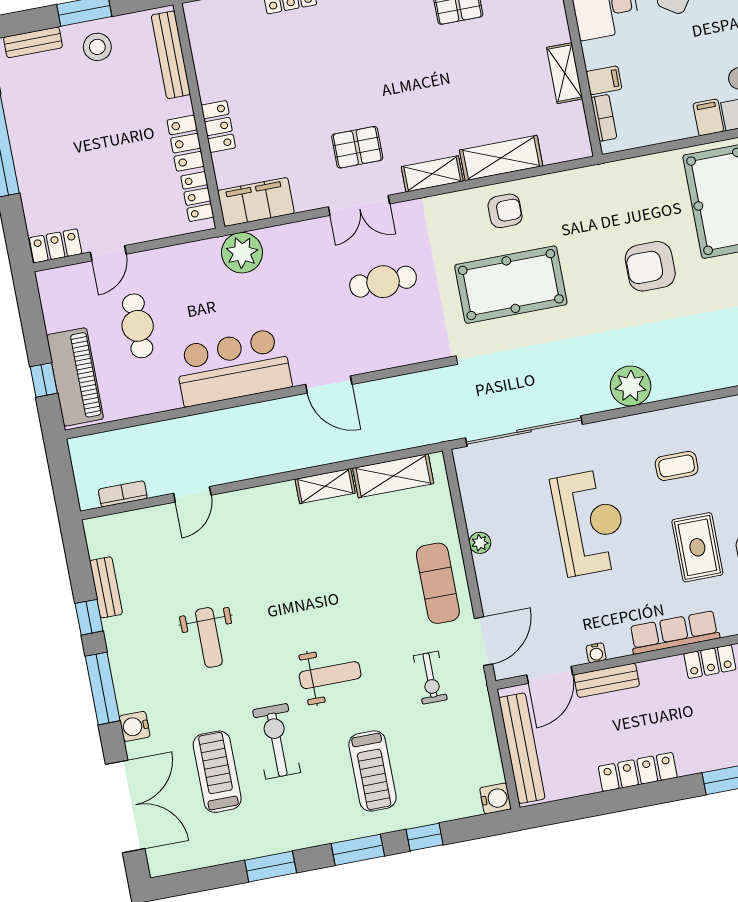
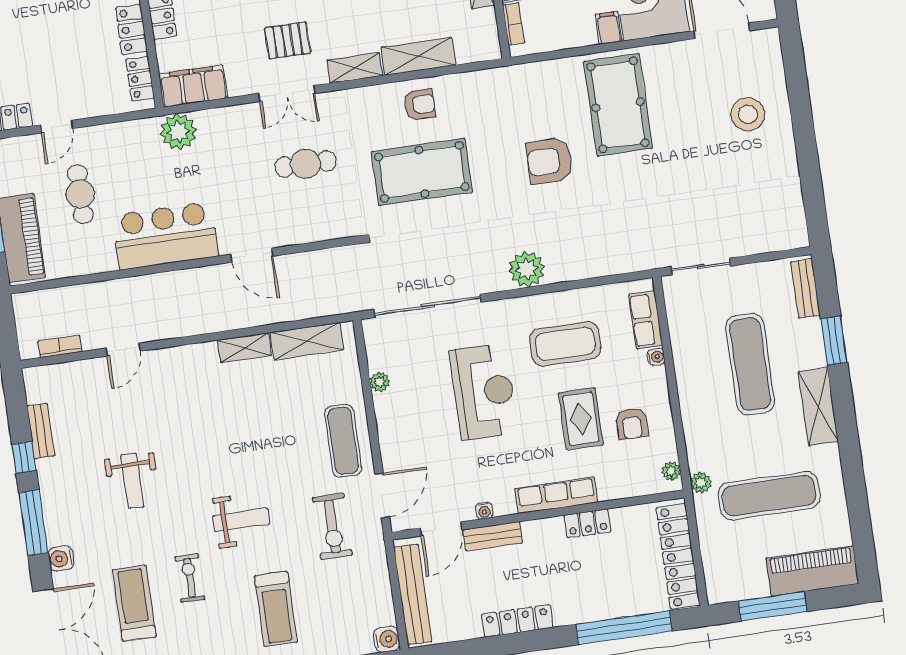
coffee table: (677, 466) -> (565, 344), width x1.86, depth x1.72
plant: (480, 543) -> (380, 382), moved
exercise bike: (430, 678) -> (332, 526), width x1.38, depth x1.39
exercise bike: (277, 741) -> (190, 578), width x0.73, depth x0.72

